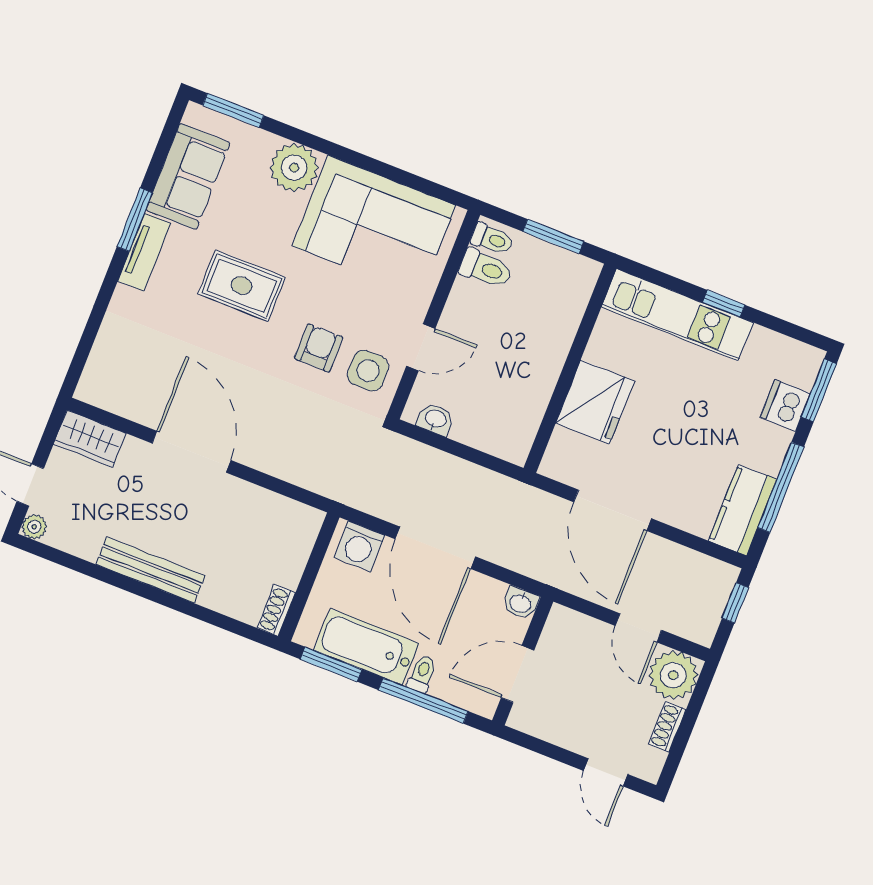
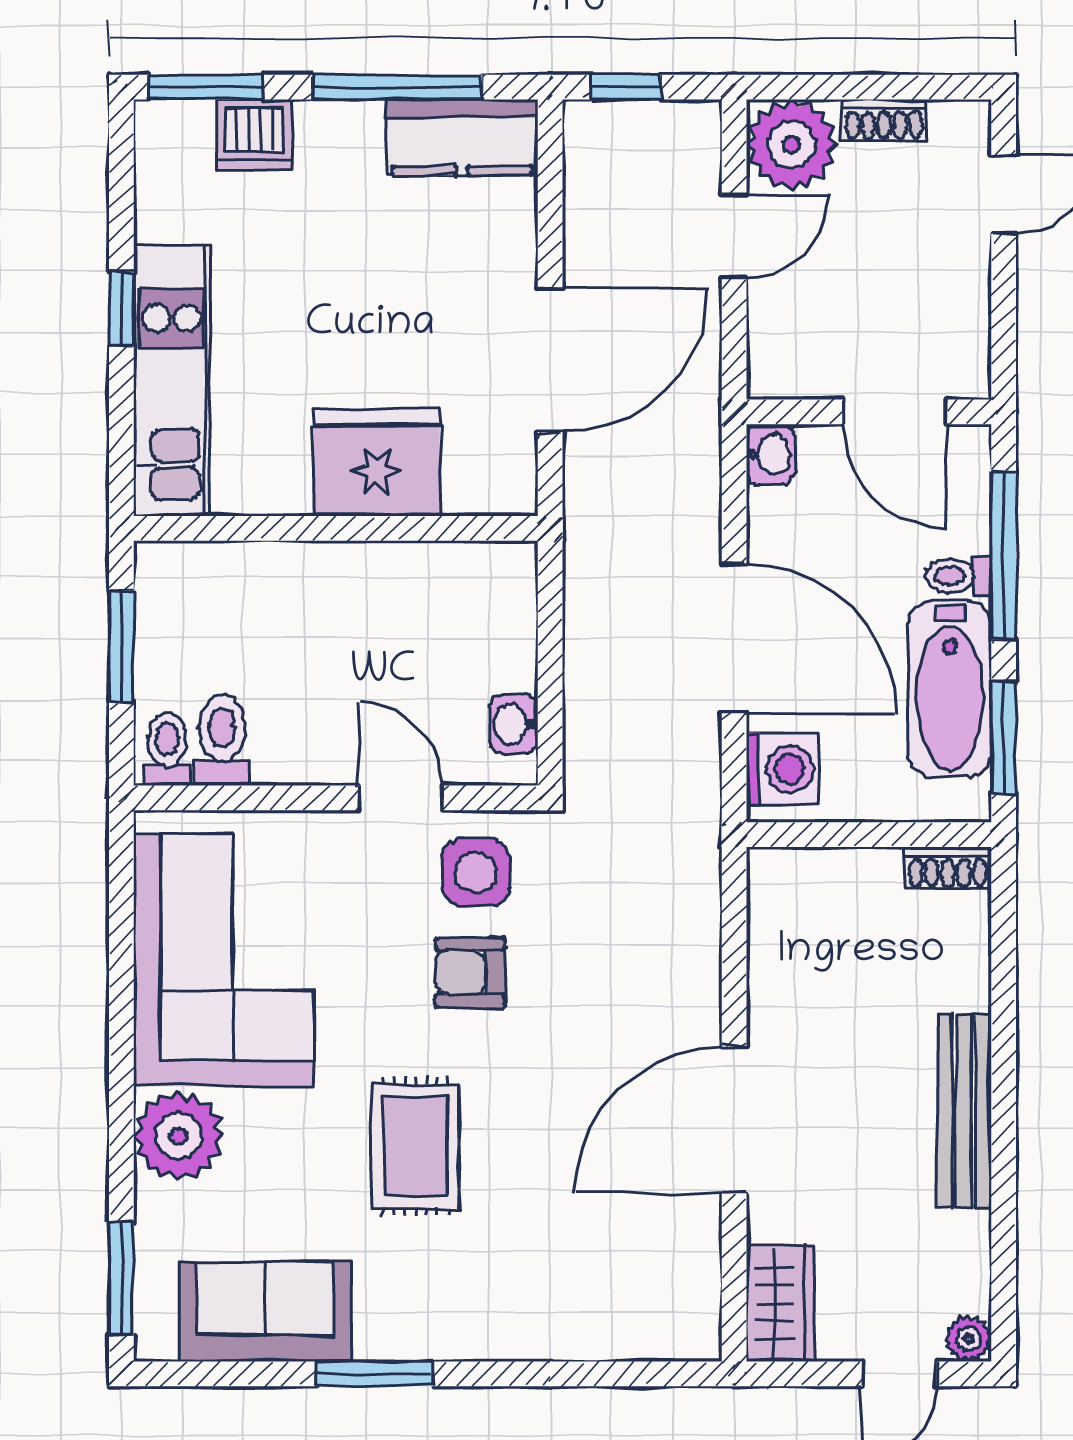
tv unit: (144, 252) -> (424, 1336), removed
door: (435, 548) -> (734, 638), hinge flipped

